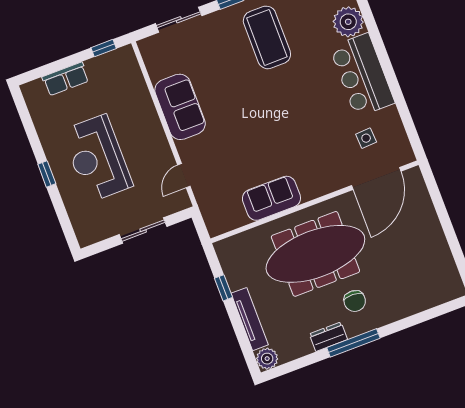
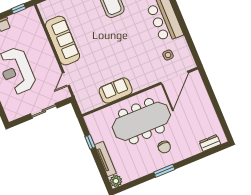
sofa: (180, 107) -> (63, 41), width x1.36
dresser: (328, 337) -> (210, 143), moved
window: (353, 343) -> (164, 171), width x0.69

